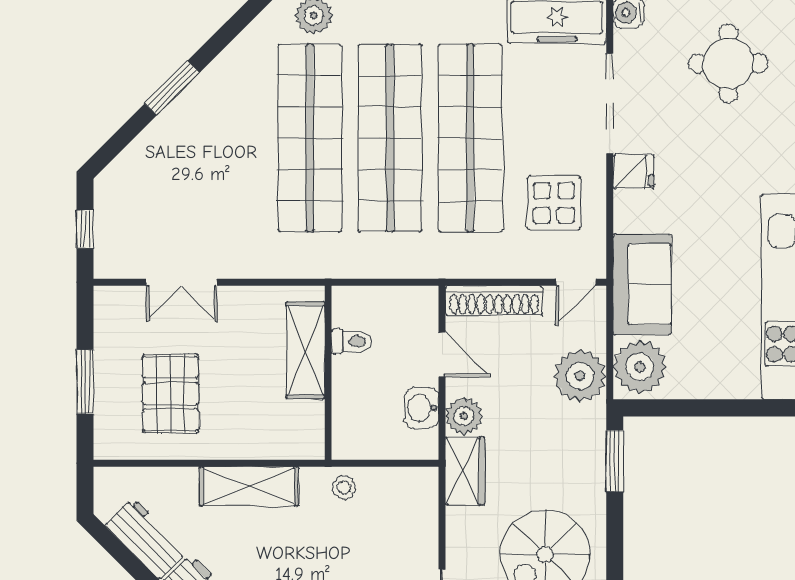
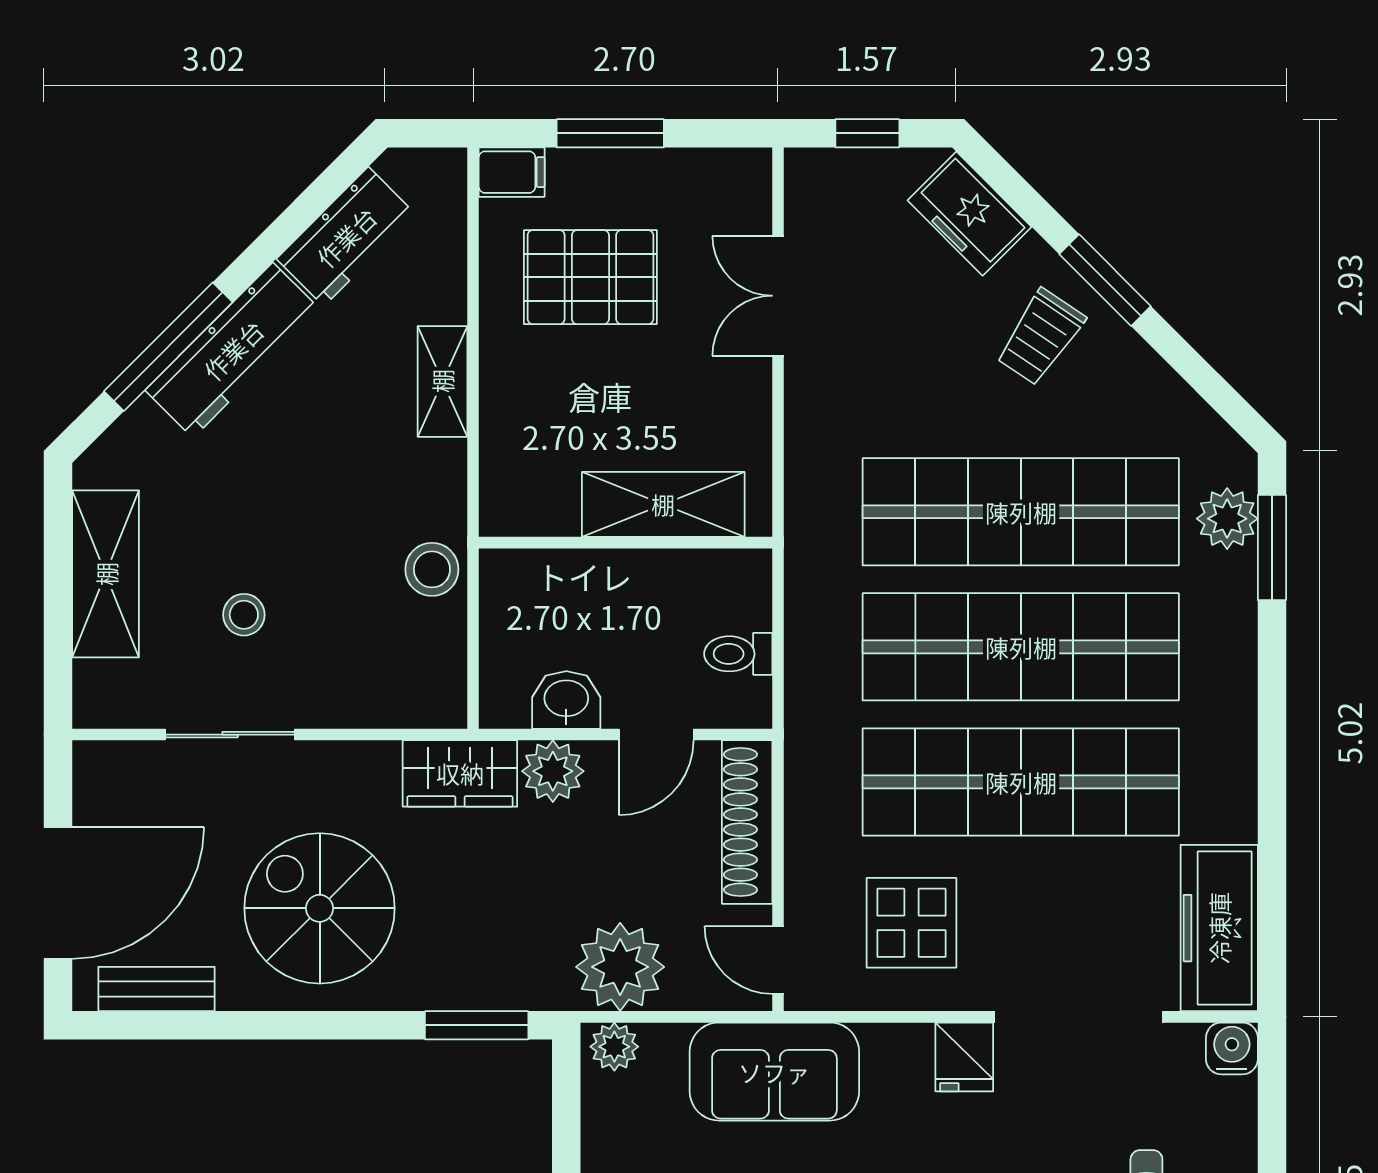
trolley: (206, 126) -> (1040, 337), added
freezer: (133, 168) -> (970, 214), added
toilet: (352, 341) -> (738, 654), moved, turned 90
plant: (640, 367) -> (614, 1047), width x0.53, depth x0.53
filing cabinet: (108, 440) -> (512, 172), added
shelving: (249, 486) -> (442, 381), width x0.67, depth x0.75
stool: (344, 488) -> (432, 569), width x1.37, depth x1.37

